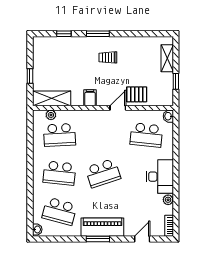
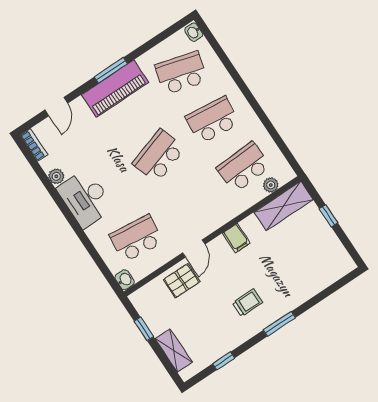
window: (64, 34) -> (224, 361), moved

